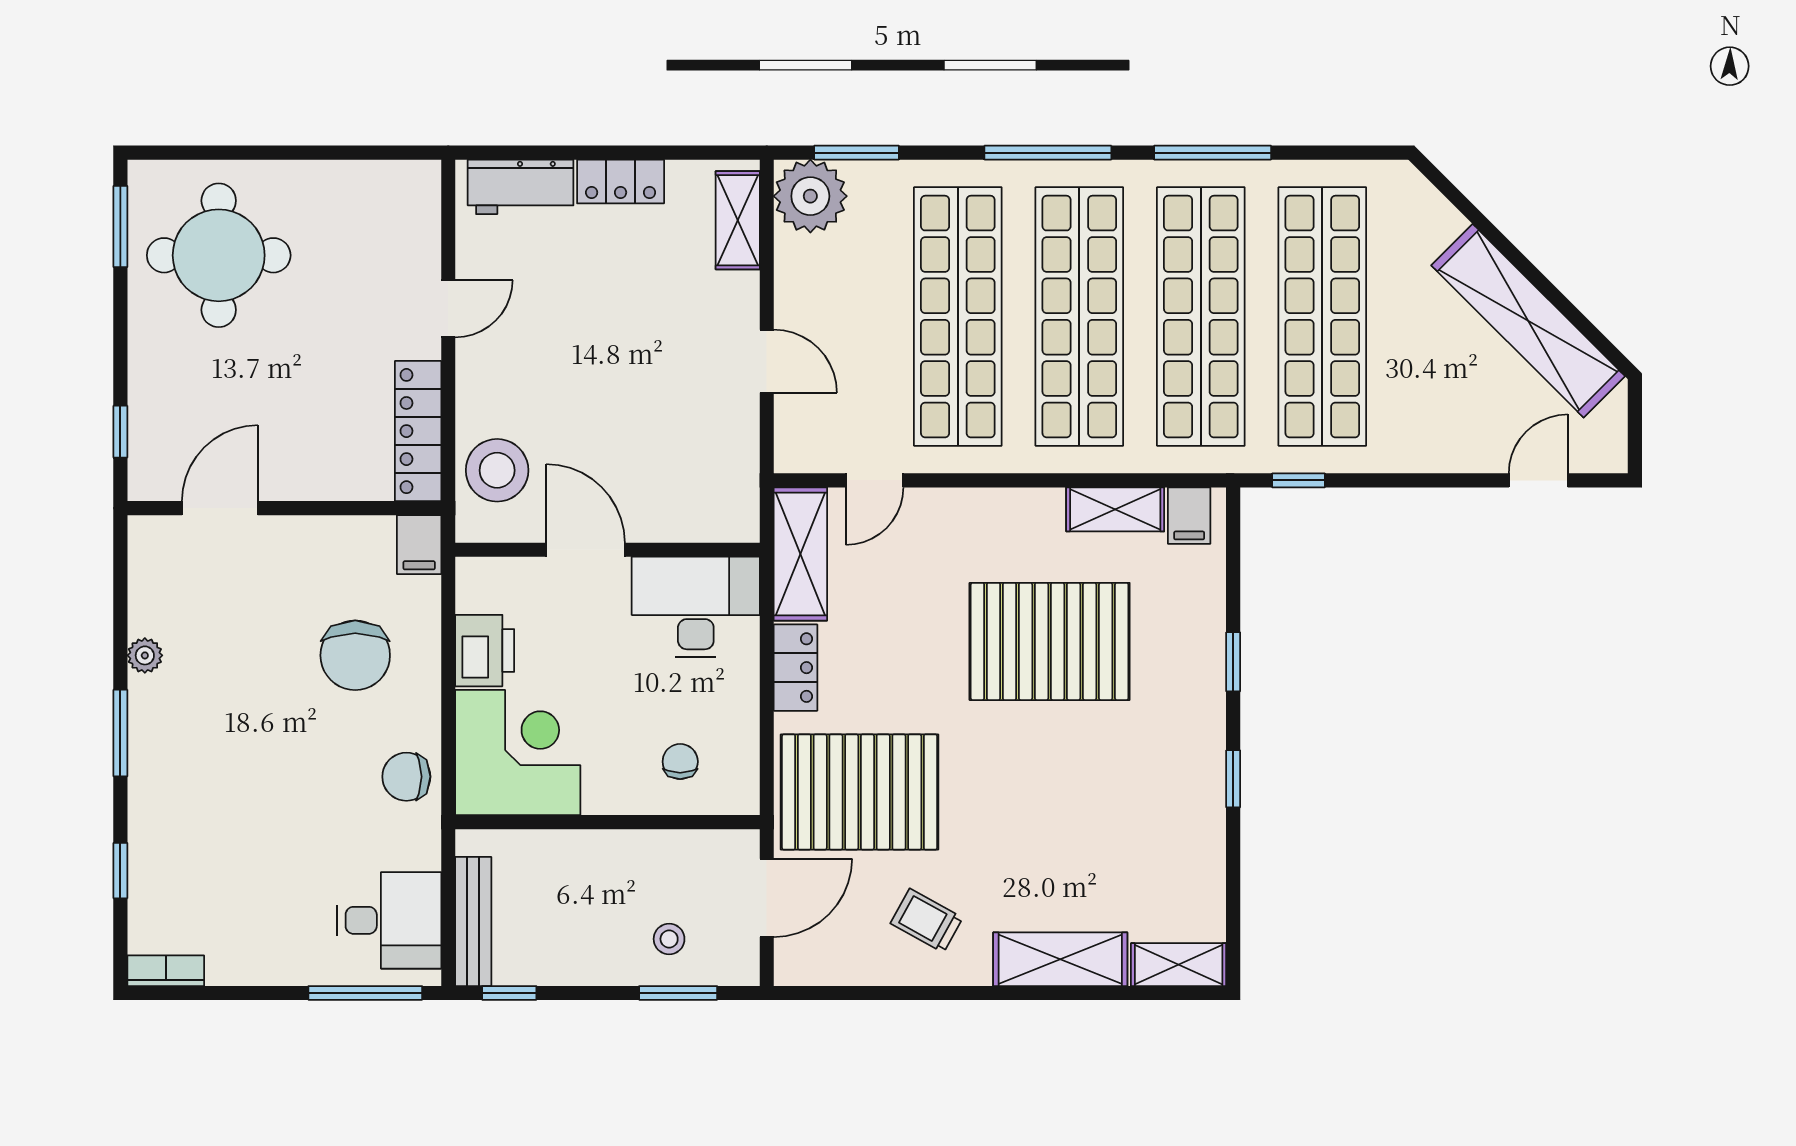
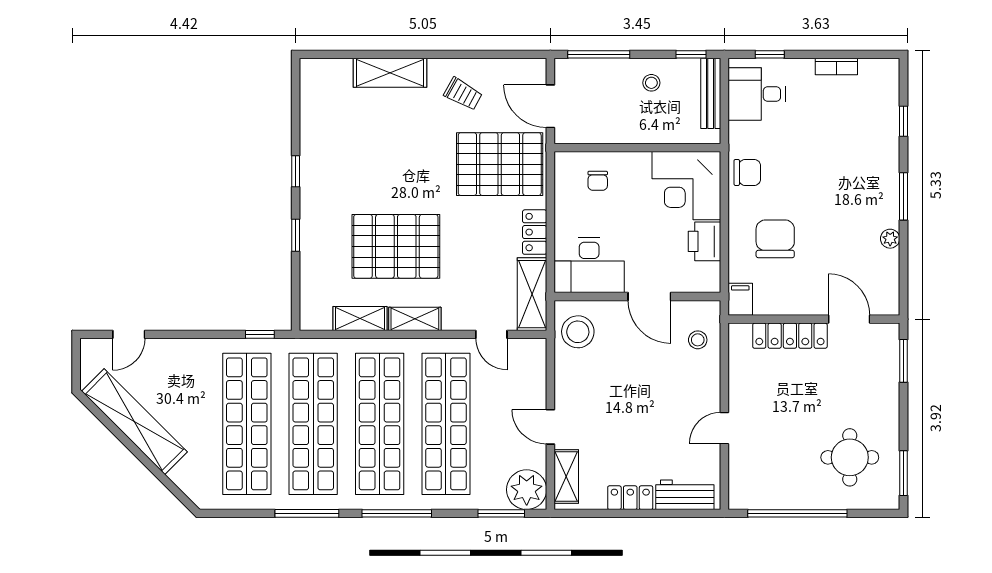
window: (315, 153) -> (797, 513), added
round table: (219, 255) -> (850, 457), width x0.73, depth x0.73
door: (767, 361) -> (550, 427), moved
locker: (418, 431) -> (790, 336), moved, turned 90
window: (120, 432) -> (903, 361), width x1.50
stool: (497, 470) -> (698, 340), width x0.53, depth x0.53
door: (875, 480) -> (491, 334), swing flipped
stool: (716, 485) -> (578, 332), added
door: (220, 508) -> (849, 319), swing flipped
filing cabinet: (1189, 516) -> (320, 315), removed
door: (767, 898) -> (550, 106), hinge flipped
stool: (669, 939) -> (651, 83), moved
shelving: (1179, 965) -> (415, 319), moved
bookcase: (166, 971) -> (836, 67), moved
window: (365, 993) -> (770, 54), width x0.46
window: (678, 993) -> (599, 54), width x1.44

